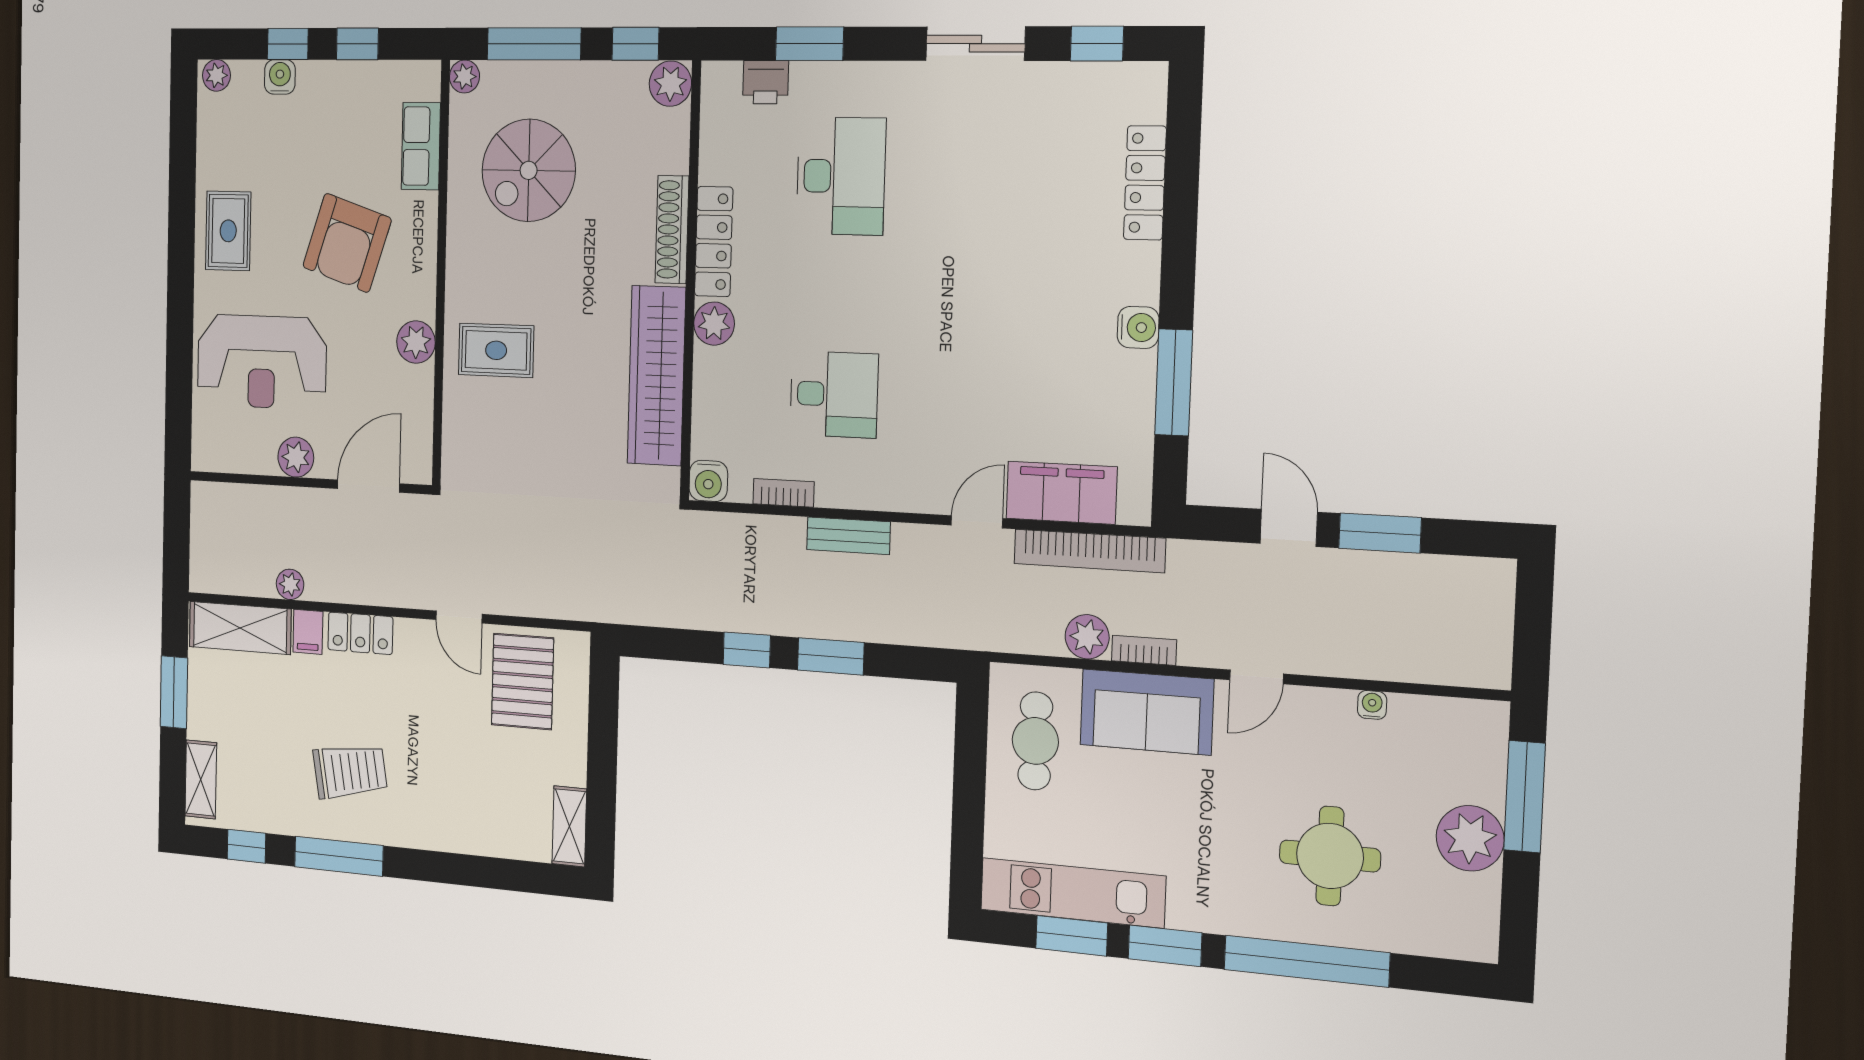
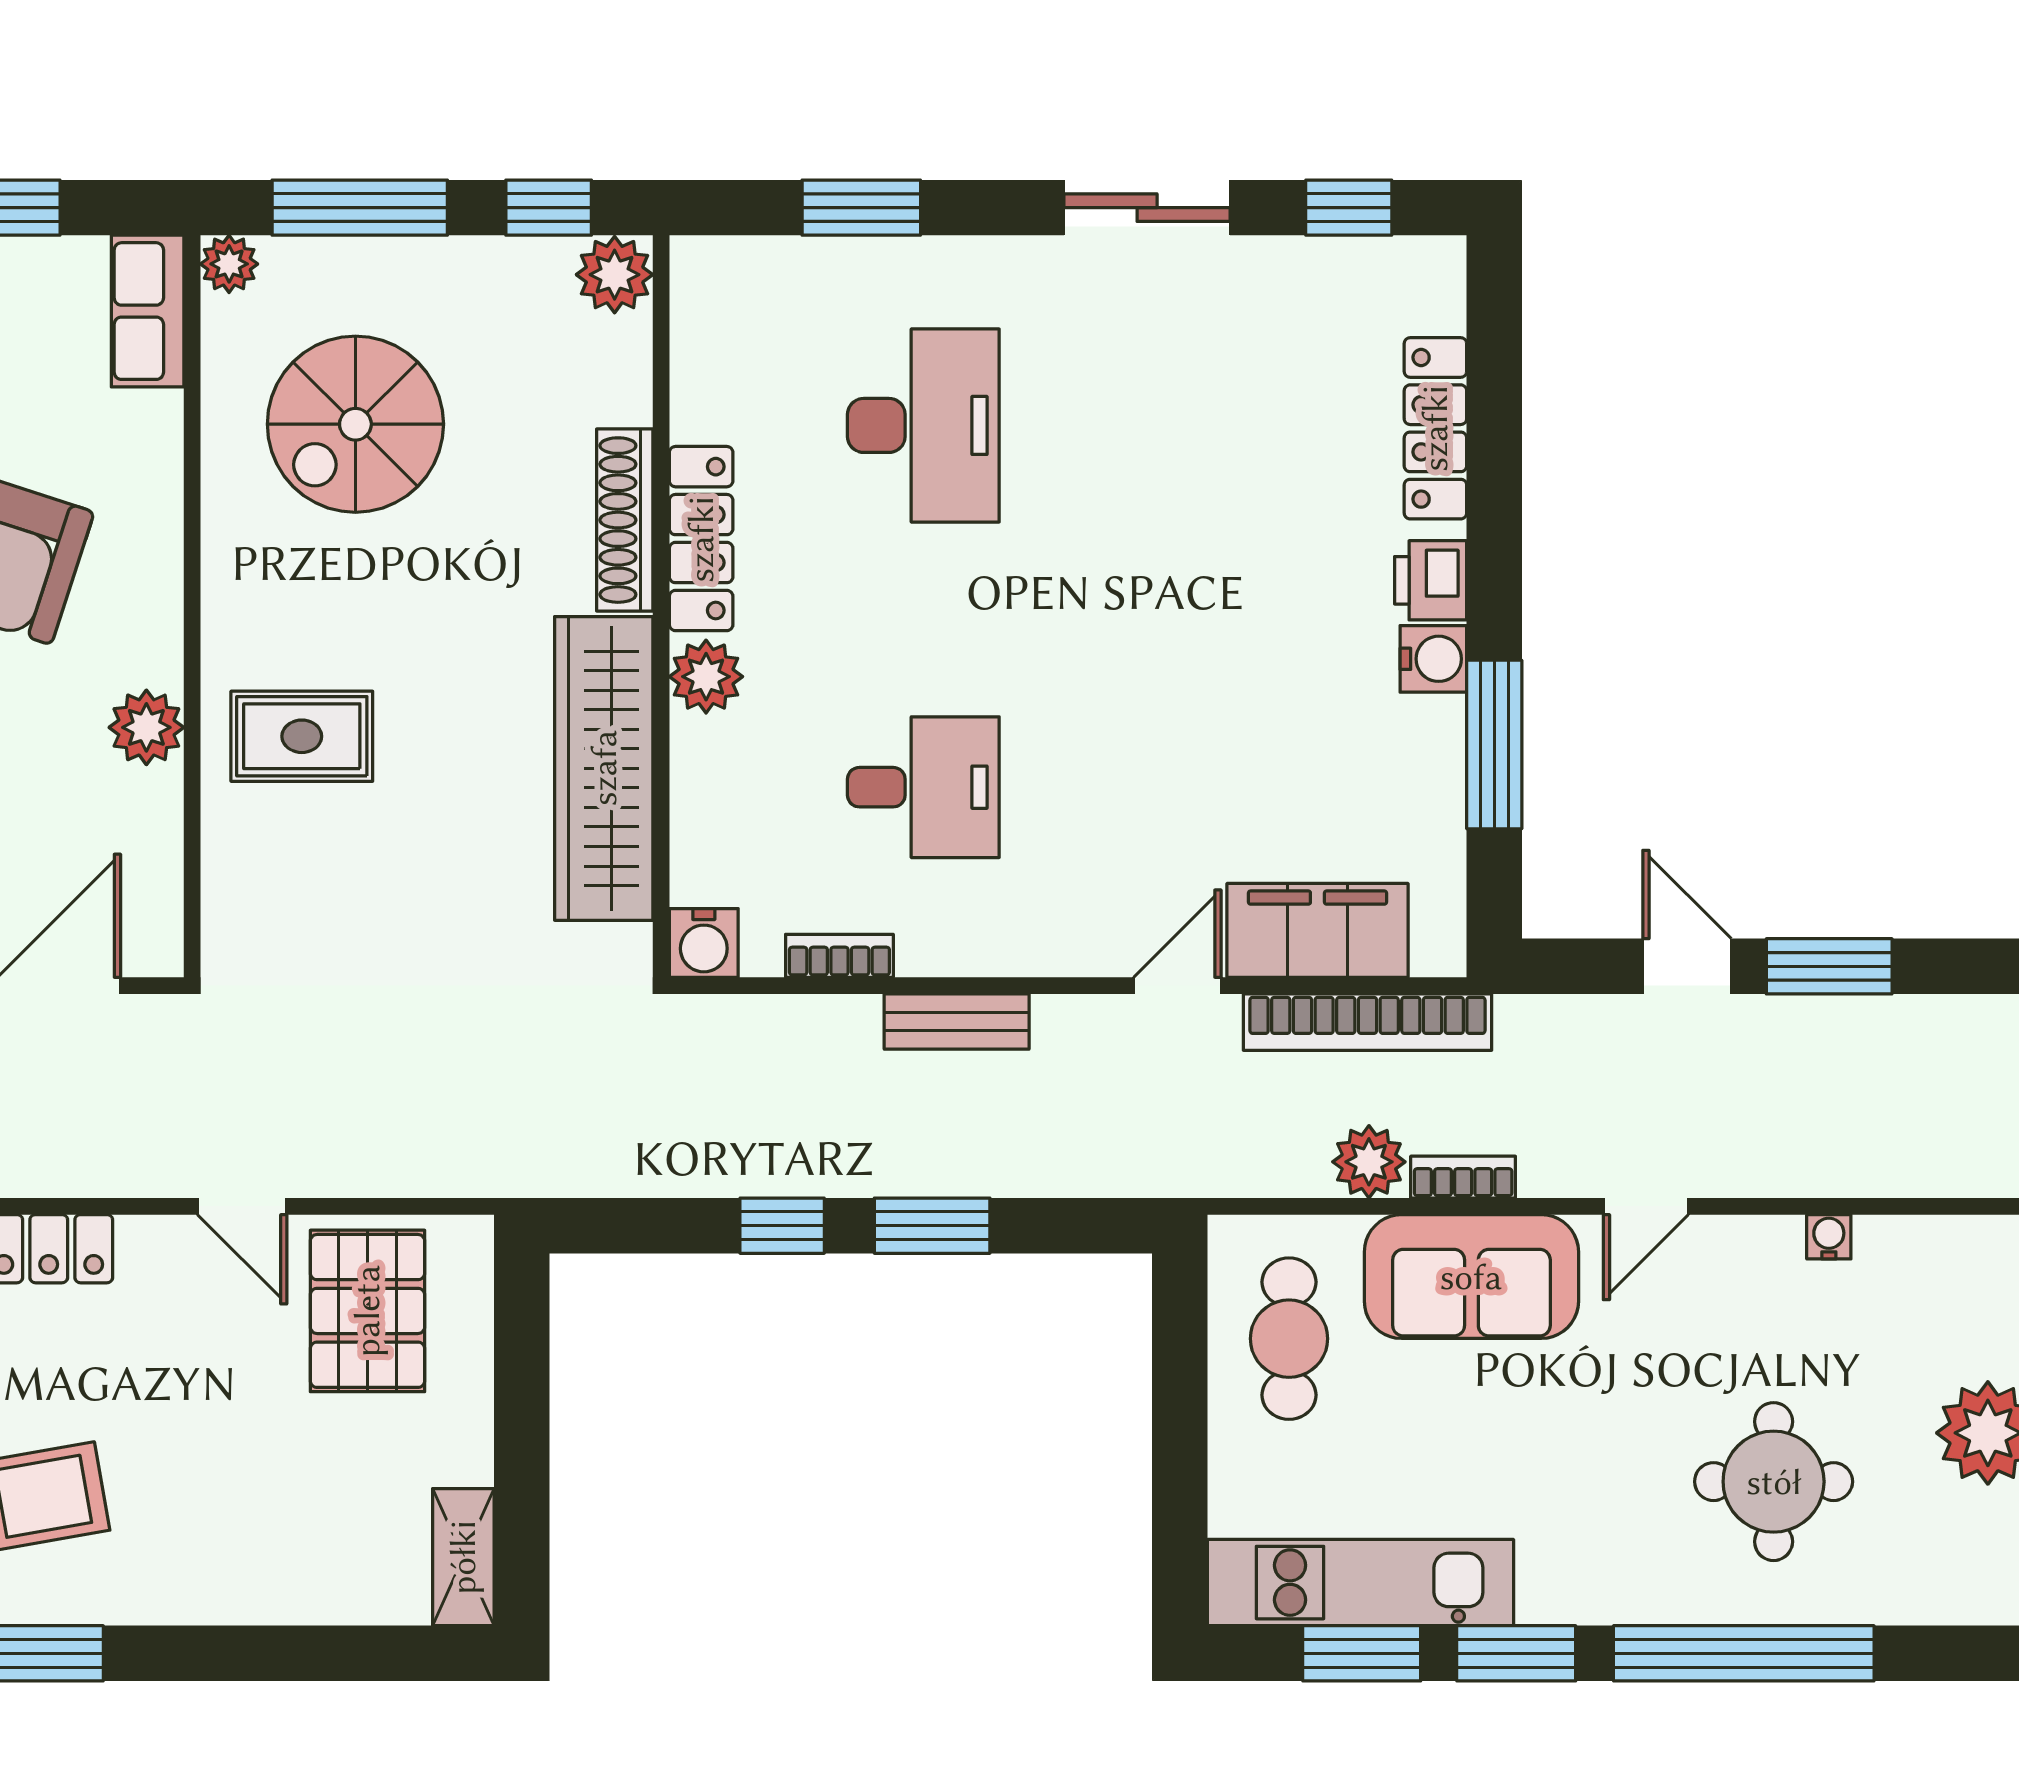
printer: (766, 82) -> (1431, 580), moved, turned 90
row of seats: (421, 146) -> (148, 311), moved

